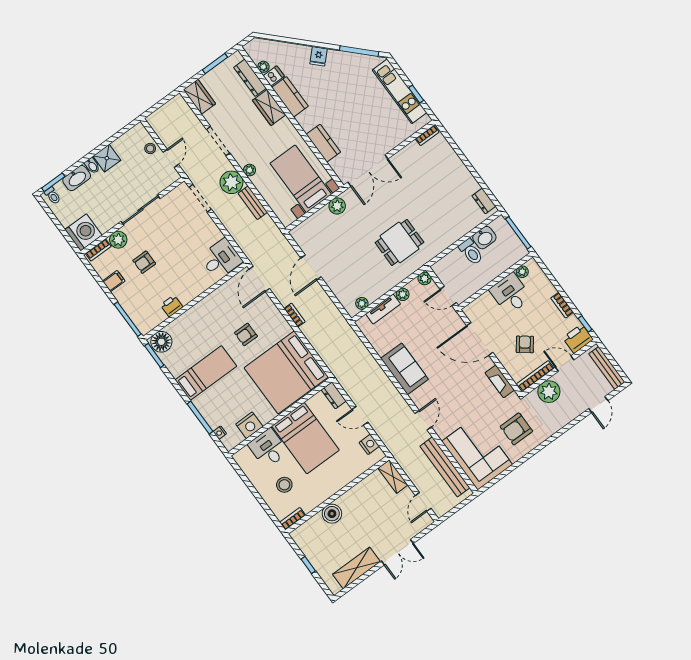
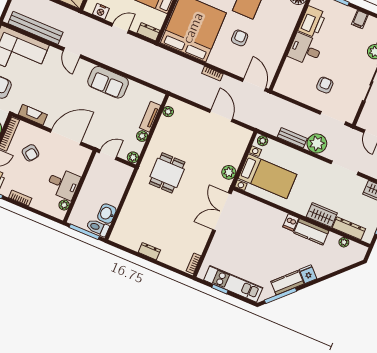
dishwasher: (274, 76) -> (291, 222), moved
kitchen counter: (323, 143) -> (287, 283), moved, turned 135
plant: (250, 170) -> (263, 141), moved
dresser: (484, 201) -> (149, 251), moved
toilet: (471, 252) -> (98, 228), moved
desk: (221, 259) -> (305, 49), moved, turned 90
armchair: (144, 262) -> (325, 85), moved
printer: (172, 306) -> (312, 22), width x1.87, depth x1.48

